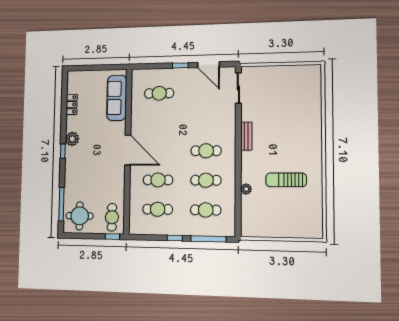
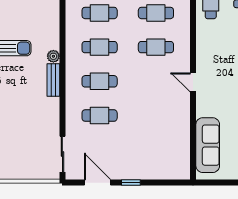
cafe table: (159, 93) -> (100, 116), moved
bench: (246, 136) -> (53, 80), moved
door: (128, 150) -> (193, 82), width x0.53
plant: (246, 189) -> (53, 56), moved

